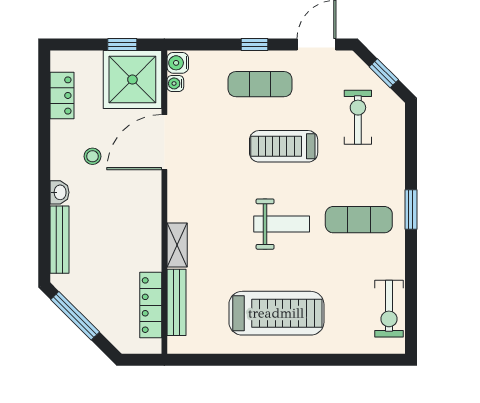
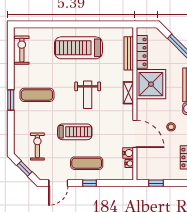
water cooler: (178, 63) -> (128, 153), moved
shower: (132, 80) -> (151, 84), moved
exercise bike: (358, 117) -> (37, 146), turned 180
door: (164, 142) -> (135, 134), hinge flipped
weight bench: (282, 224) -> (88, 95), moved, turned -90
shelving: (177, 245) -> (128, 93), moved

